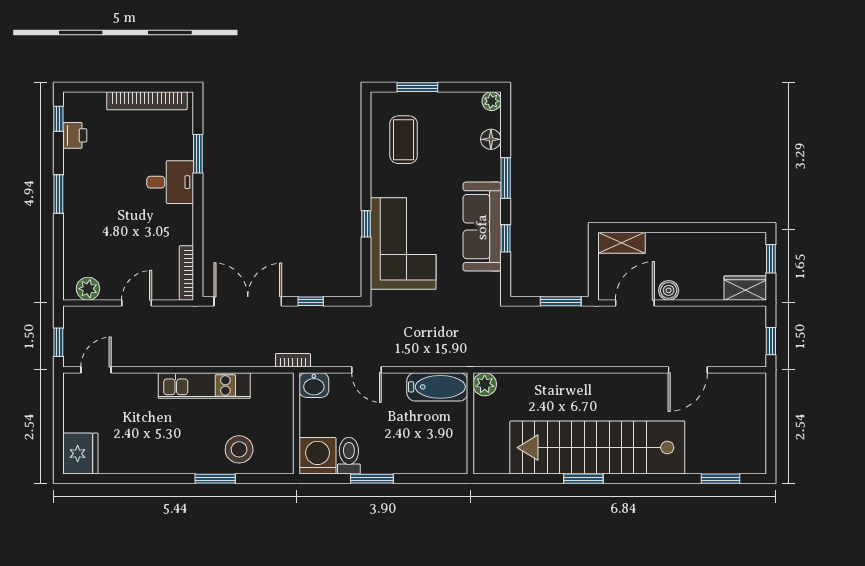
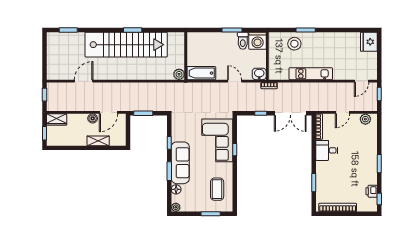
desk: (170, 182) -> (327, 150), moved
sofa: (482, 227) -> (180, 163), moved
shelving: (621, 243) -> (98, 141), moved

